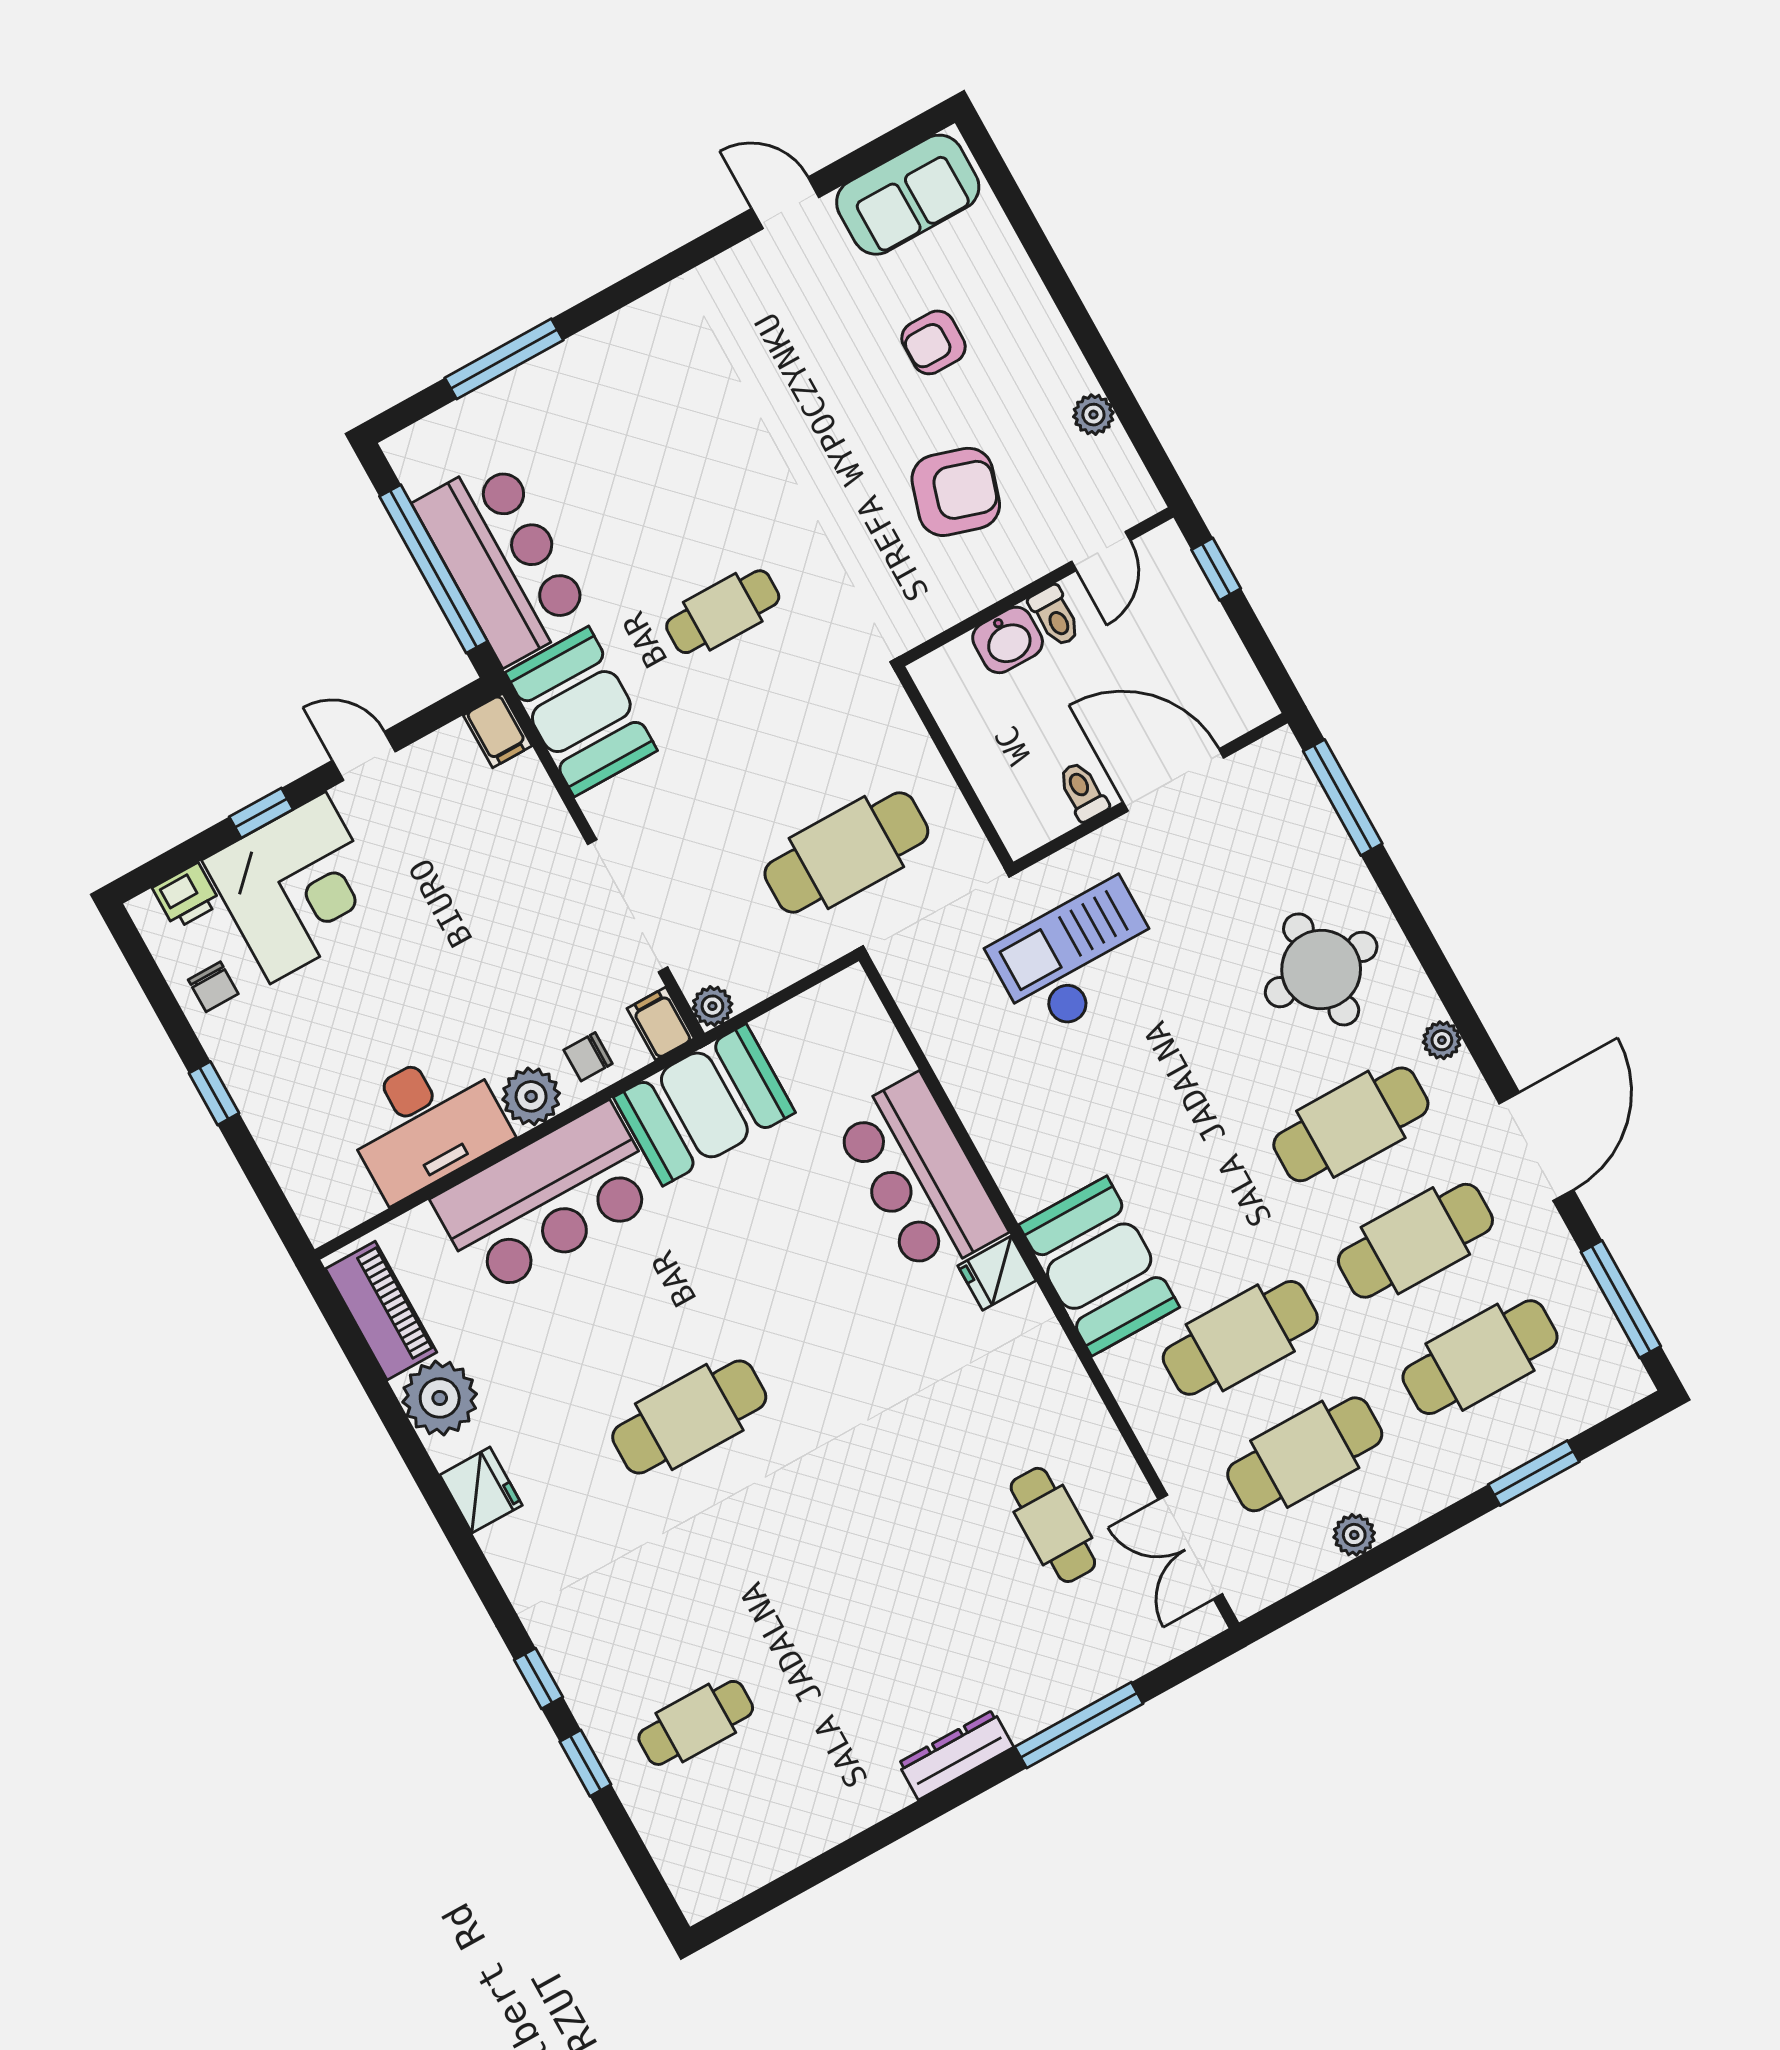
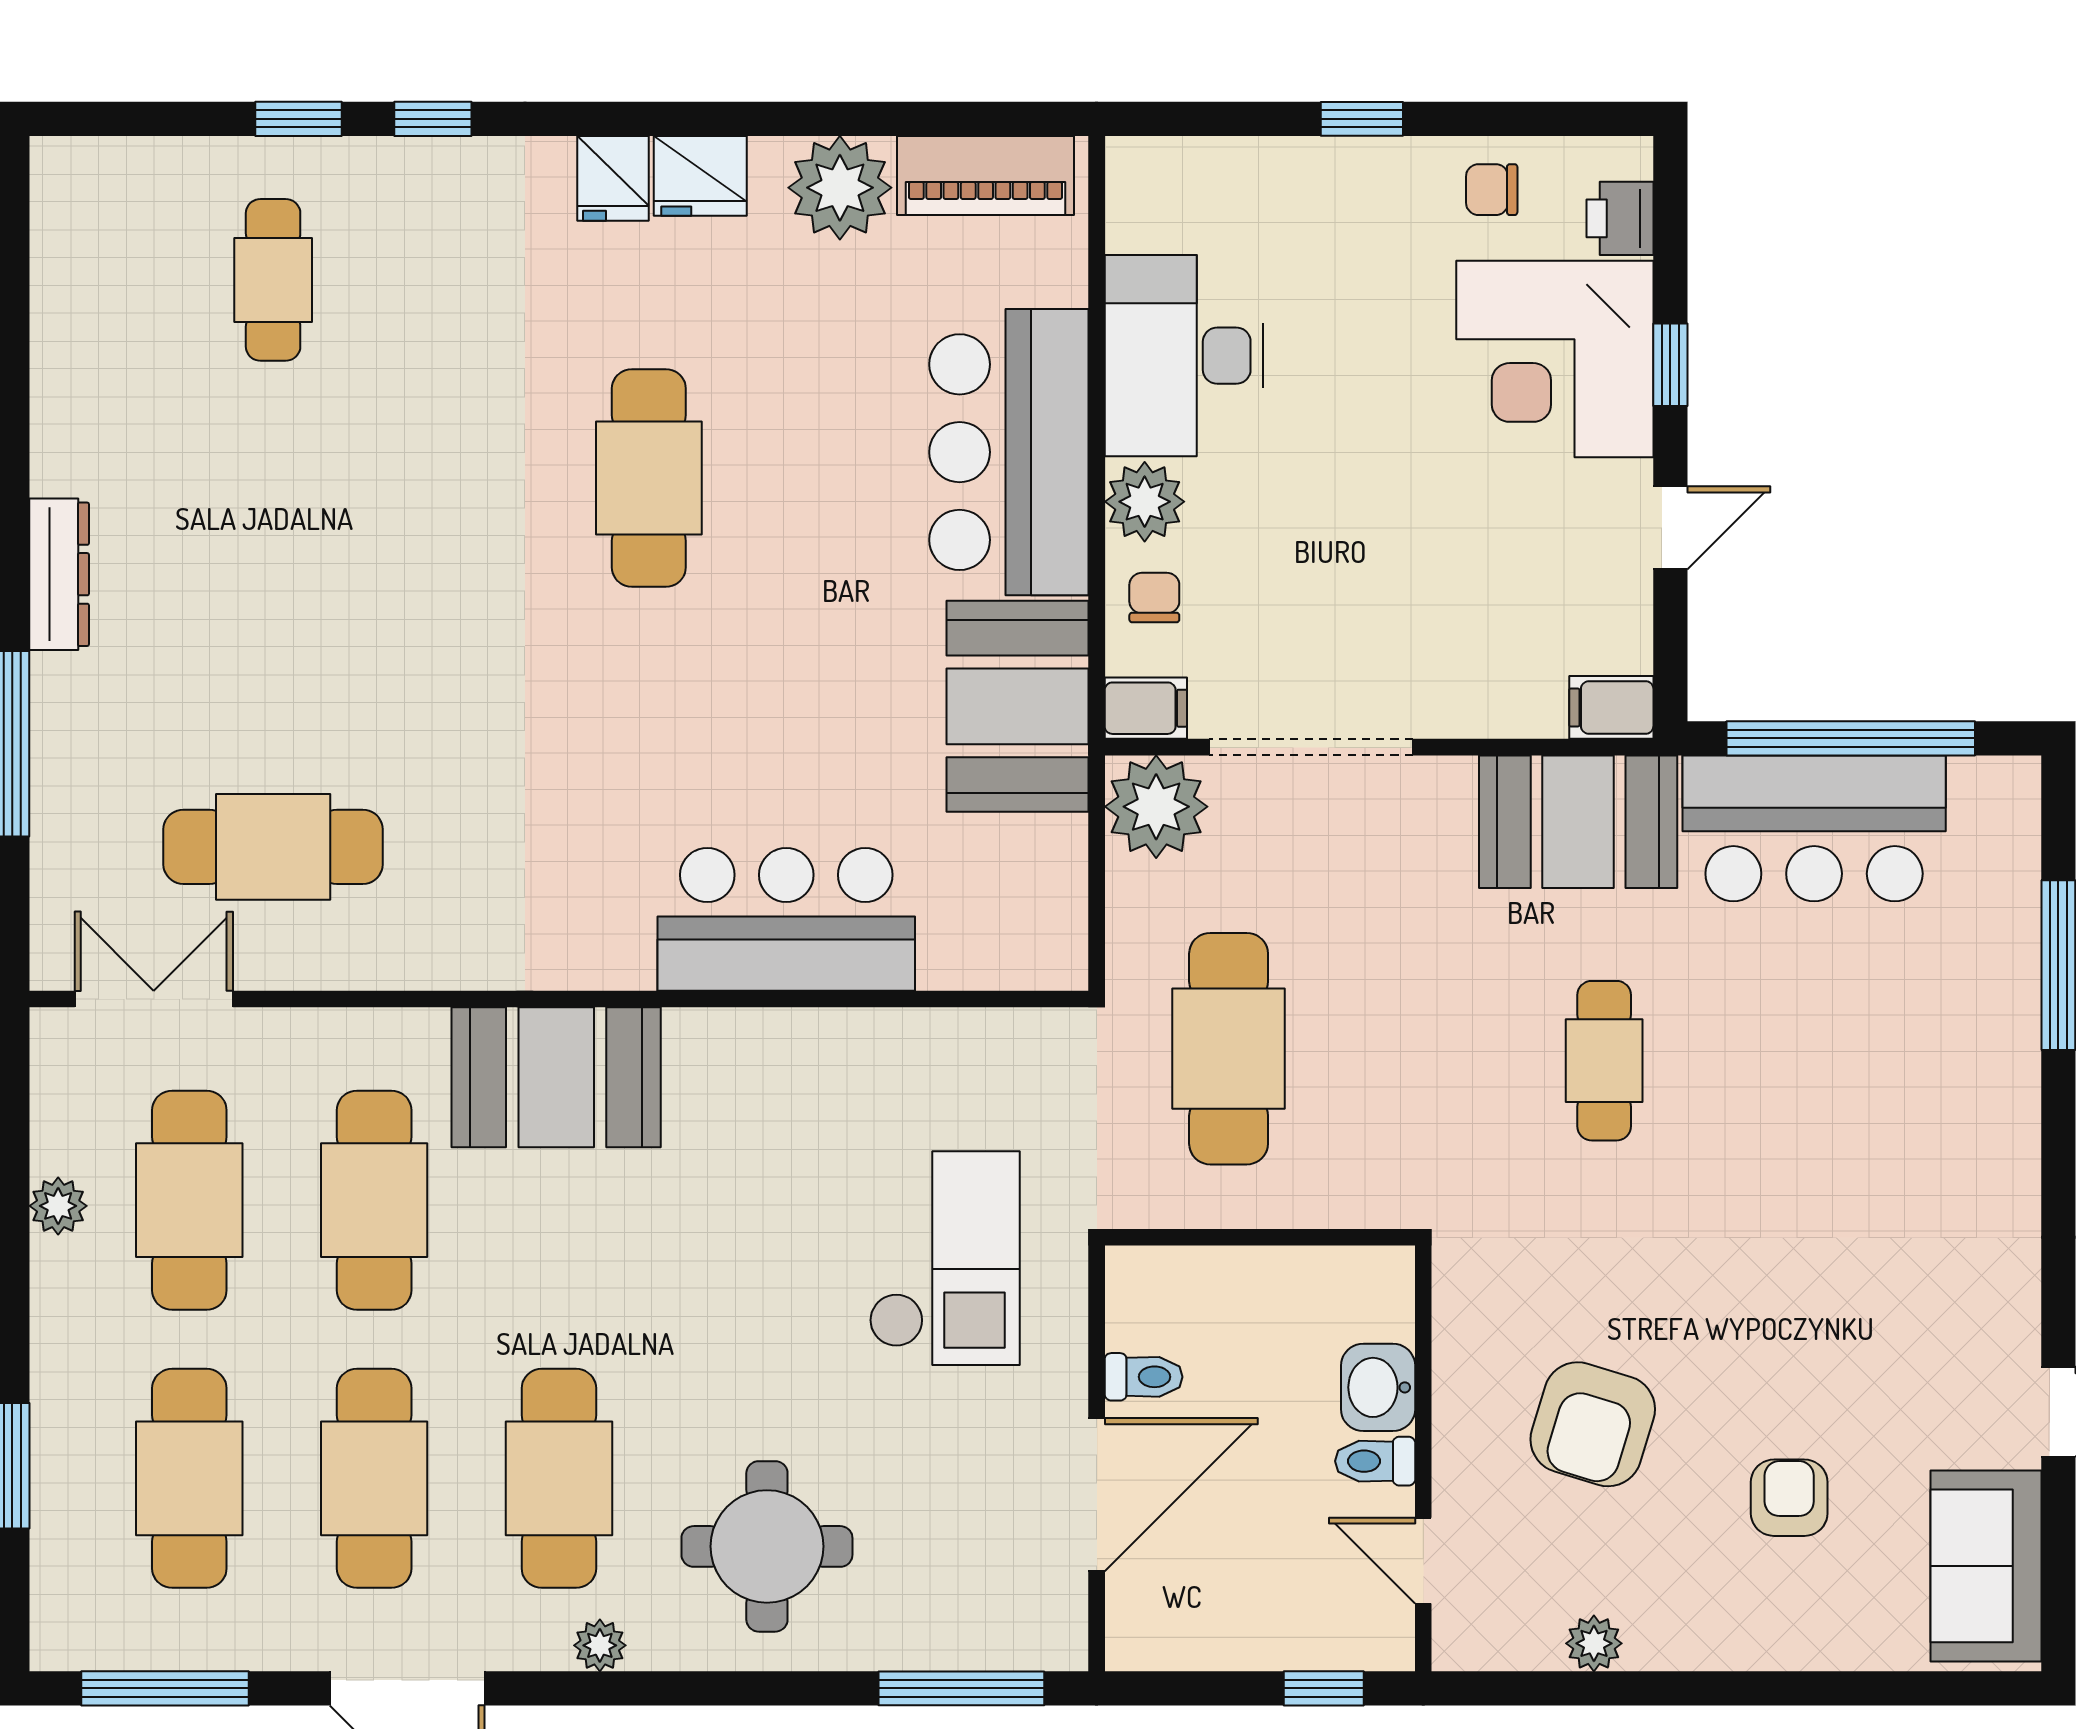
plant: (712, 1006) -> (1156, 807), width x1.87, depth x1.87
fridge: (997, 1273) -> (613, 178), moved, turned 180
cafe table: (1053, 1525) -> (273, 847), width x1.37, depth x1.35

